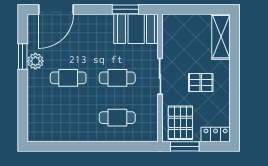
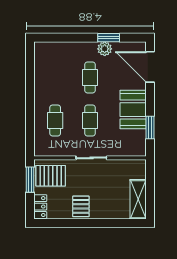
booth: (136, 29) -> (133, 110), moved
shelving: (221, 37) -> (138, 199), moved, turned 90
pallet: (201, 83) -> (81, 206), moved

